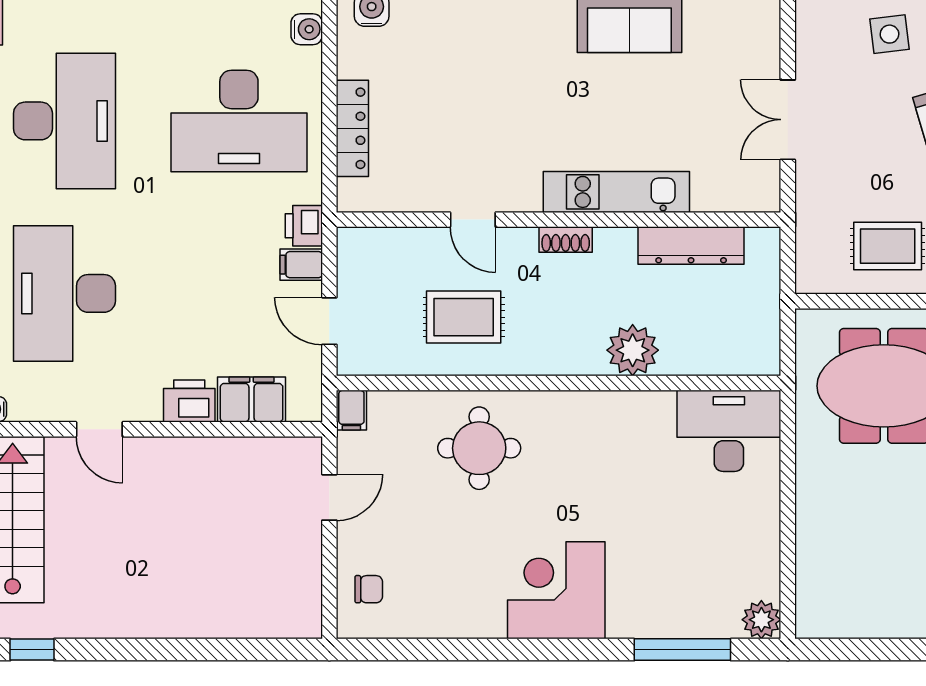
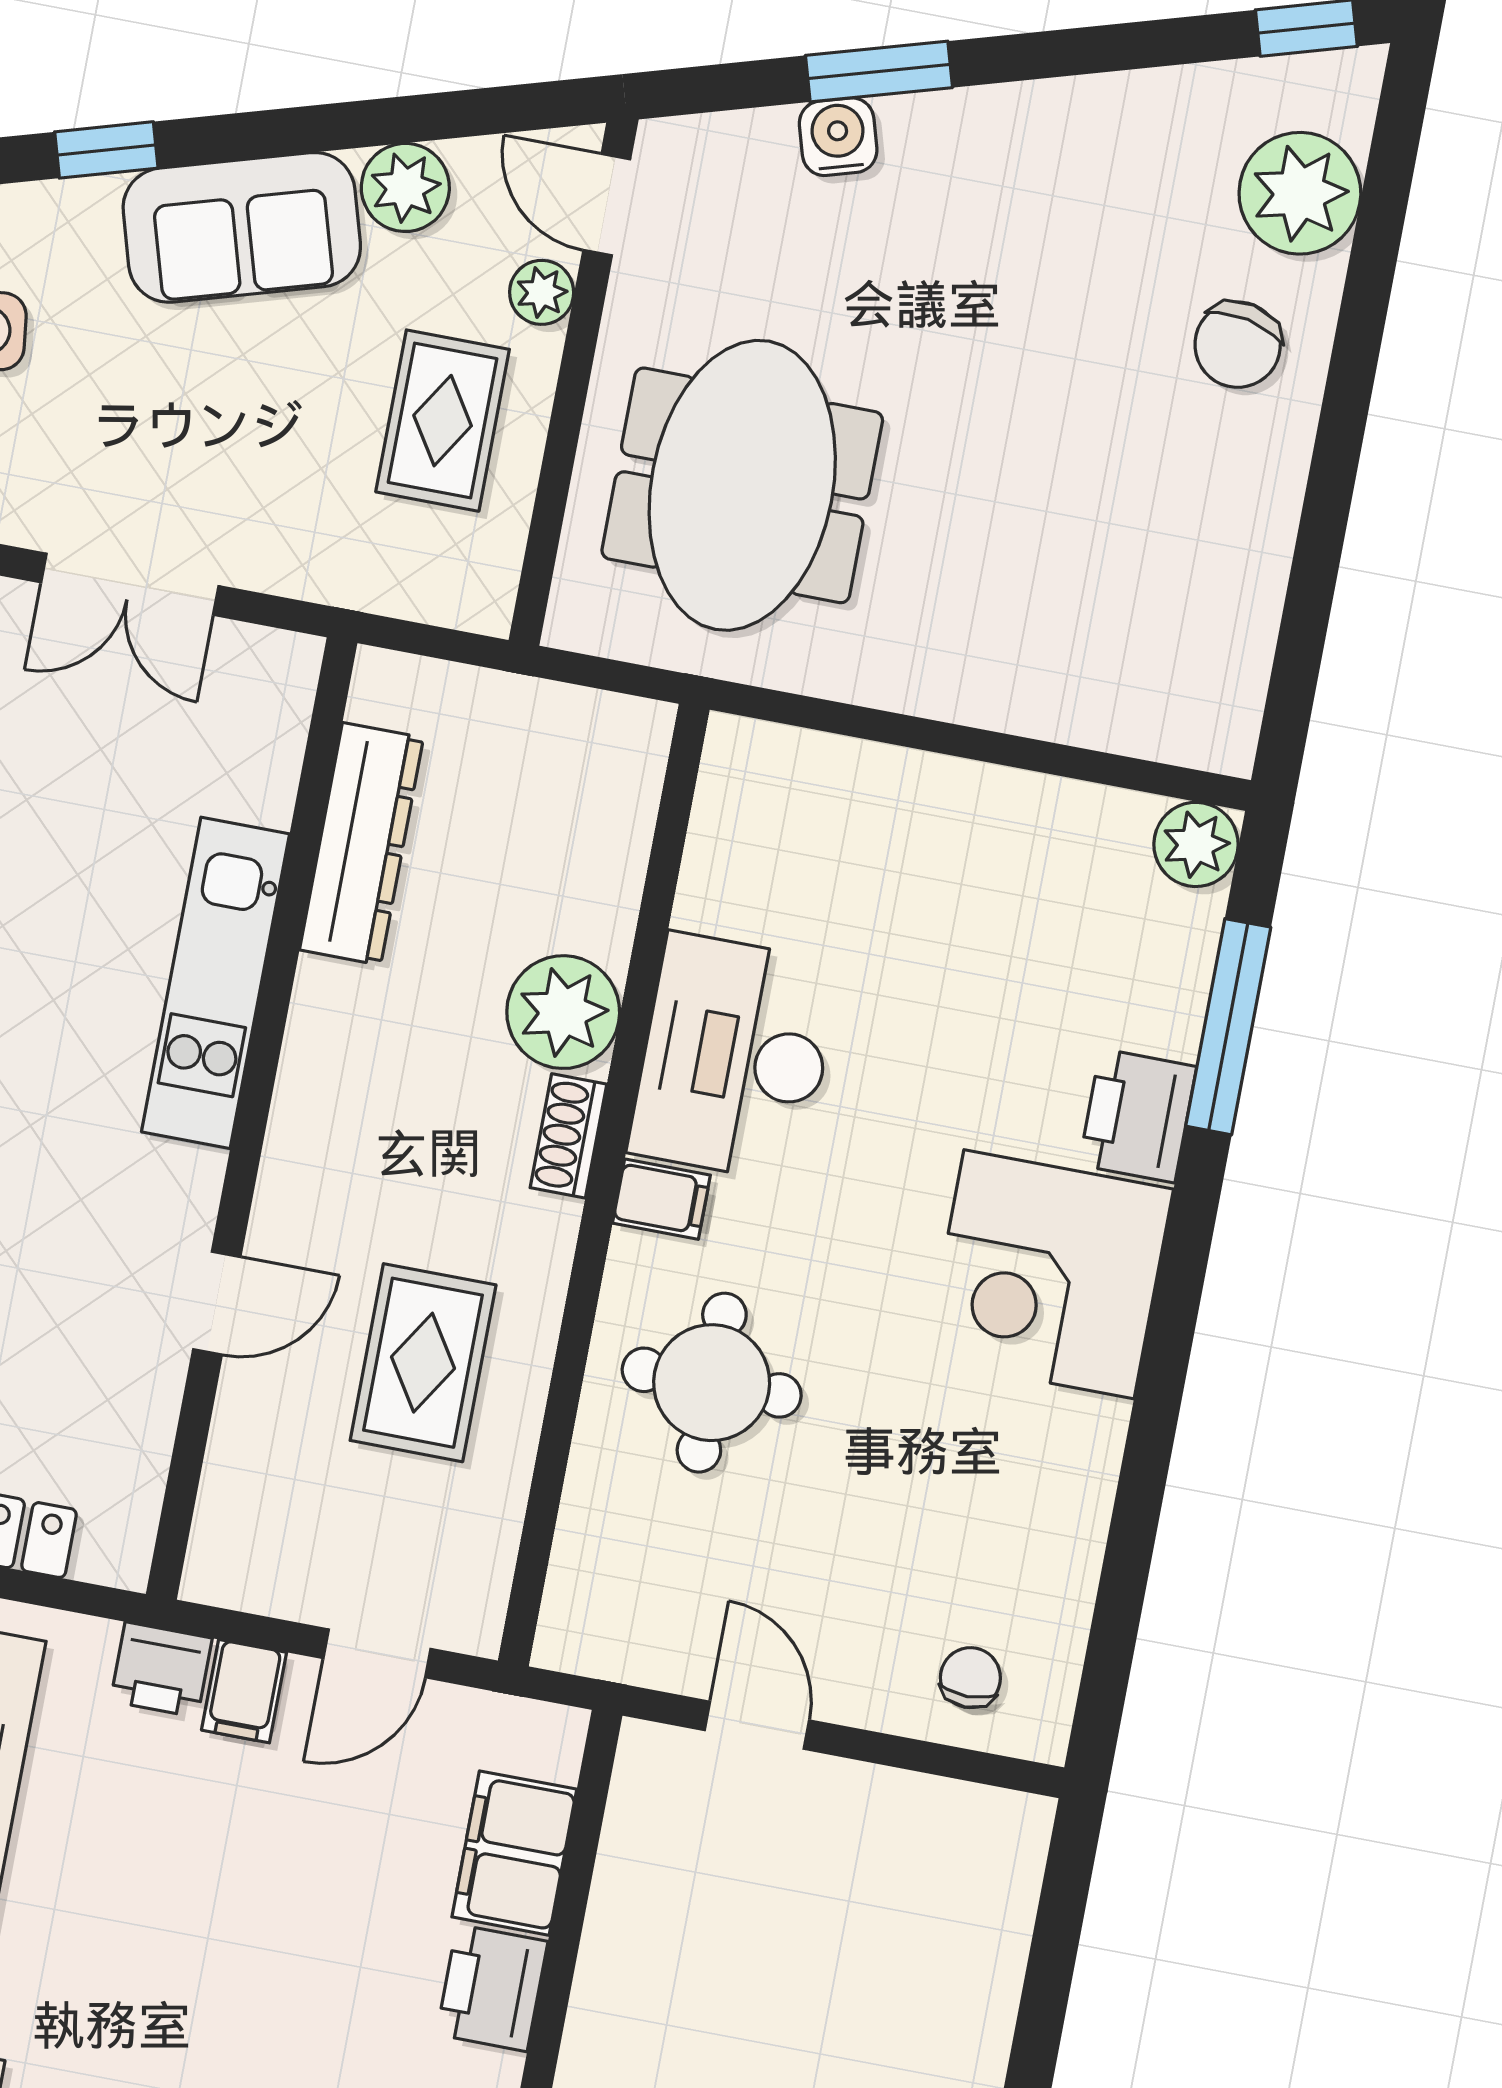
shoe rack: (566, 240) -> (569, 1136), moved, turned 180
filing cabinet: (351, 410) -> (661, 1199), moved
desk: (729, 431) -> (734, 1058), moved
printer: (635, 617) -> (1138, 1116), added

